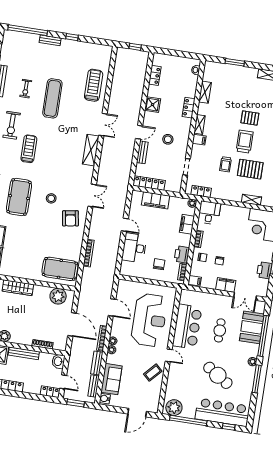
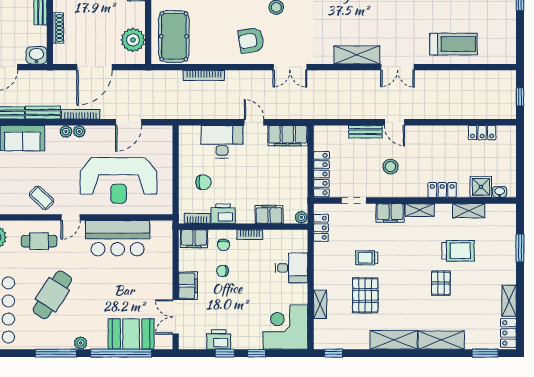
shower: (153, 105) -> (481, 187), moved
filing cabinet: (199, 140) -> (390, 213), width x2.00
trolley: (245, 142) -> (458, 251), moved
locker: (149, 183) -> (321, 174), moved
filing cabinet: (156, 200) -> (288, 136), moved, turned -90
desk: (209, 213) -> (291, 268), moved
door: (125, 225) -> (254, 122), swing flipped
filing cabinet: (195, 281) -> (194, 239), width x2.00
cafe table: (220, 330) -> (39, 241), moved

